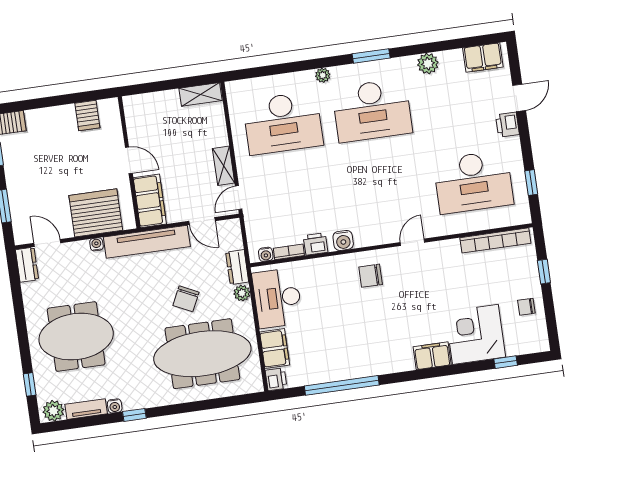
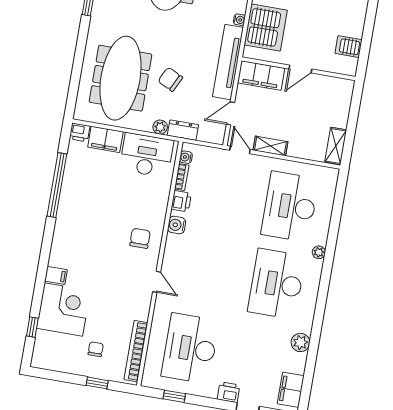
window: (371, 56) -> (322, 298), removed
chair: (526, 307) -> (96, 349), moved
filing cabinet: (432, 356) -> (56, 275), width x0.50

